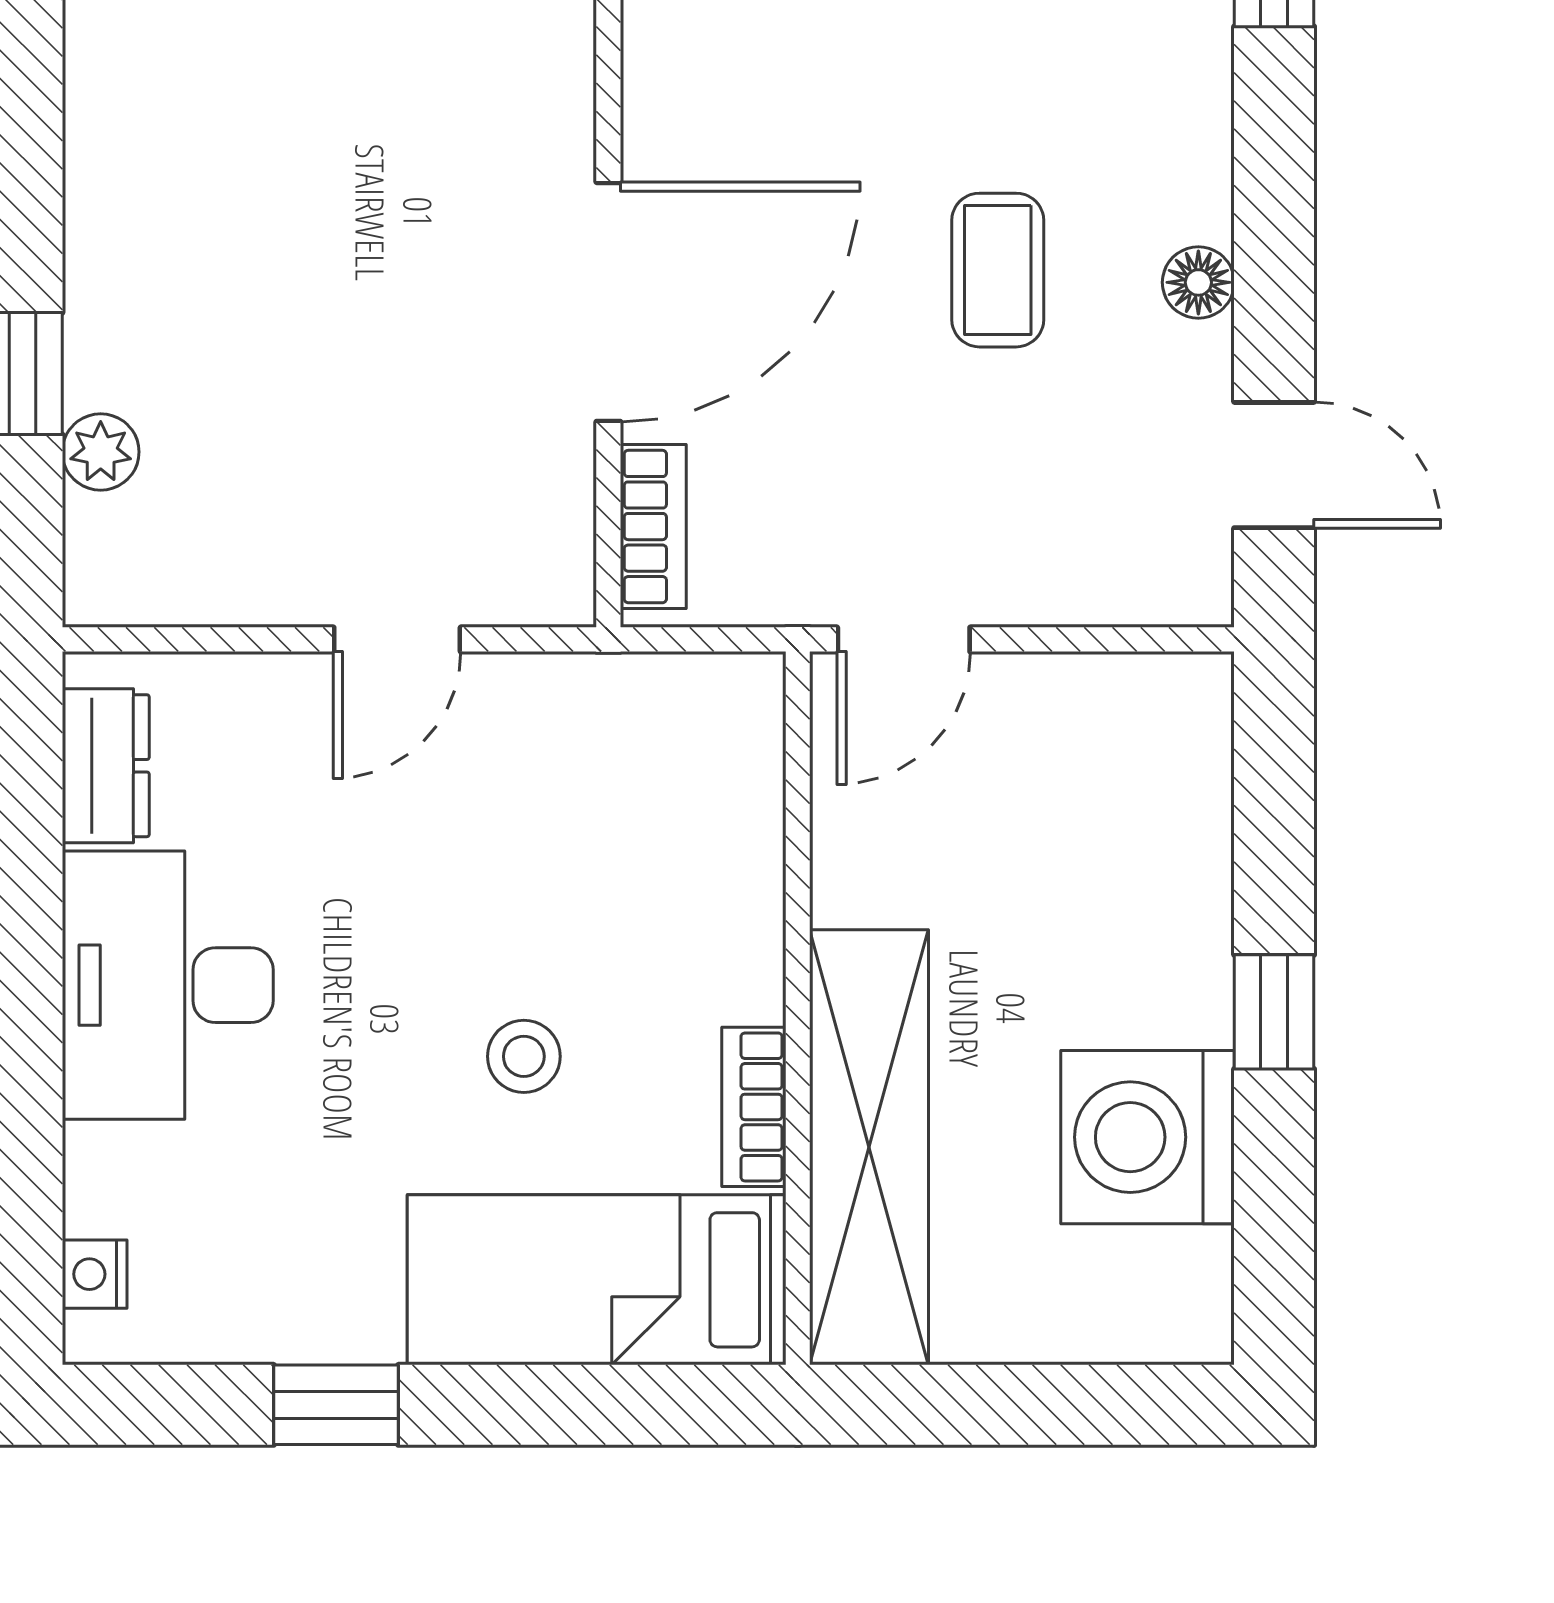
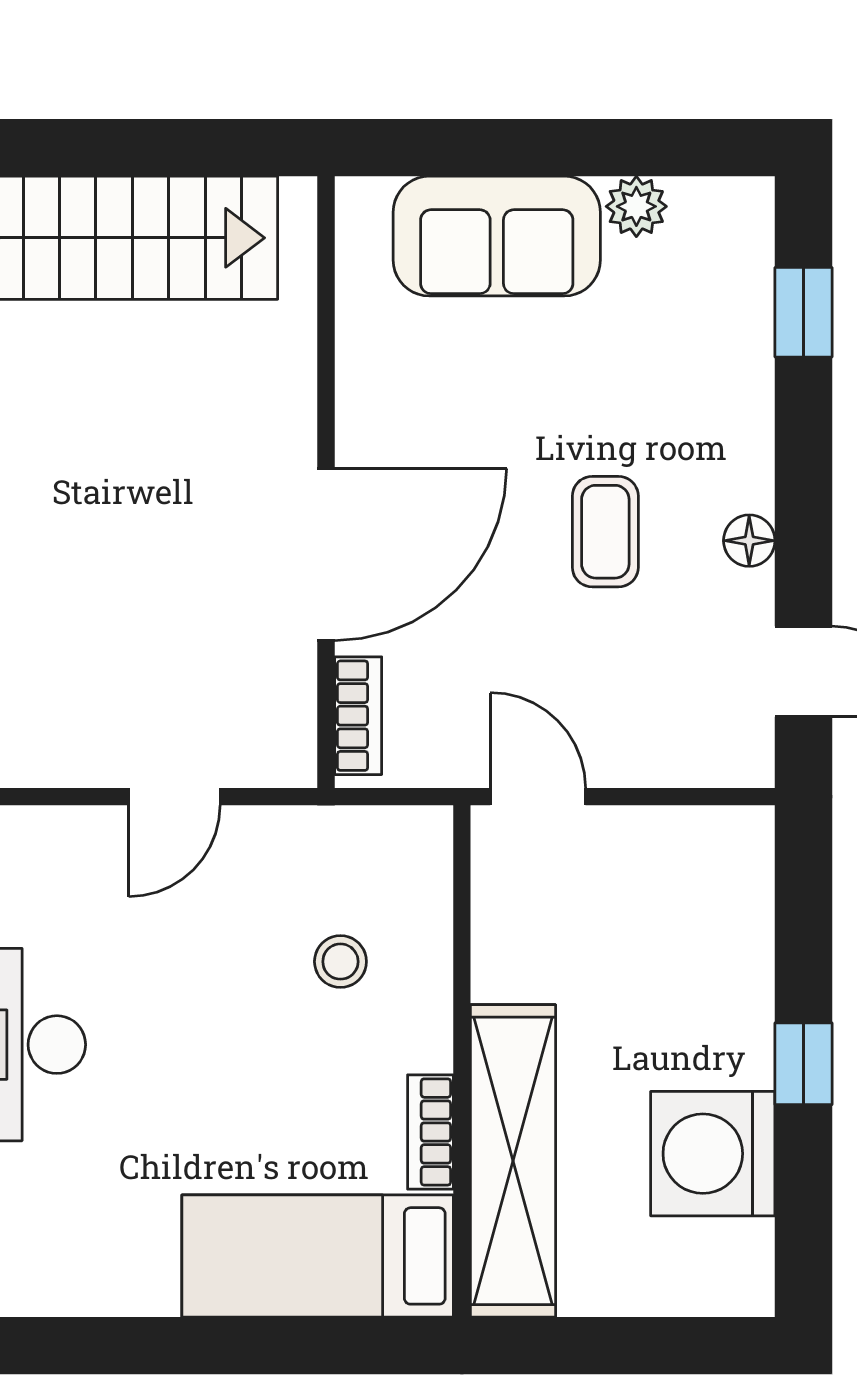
door: (904, 639) -> (538, 797), swing flipped
stool: (524, 1056) -> (340, 962), moved
window: (336, 1405) -> (131, 1346), removed

